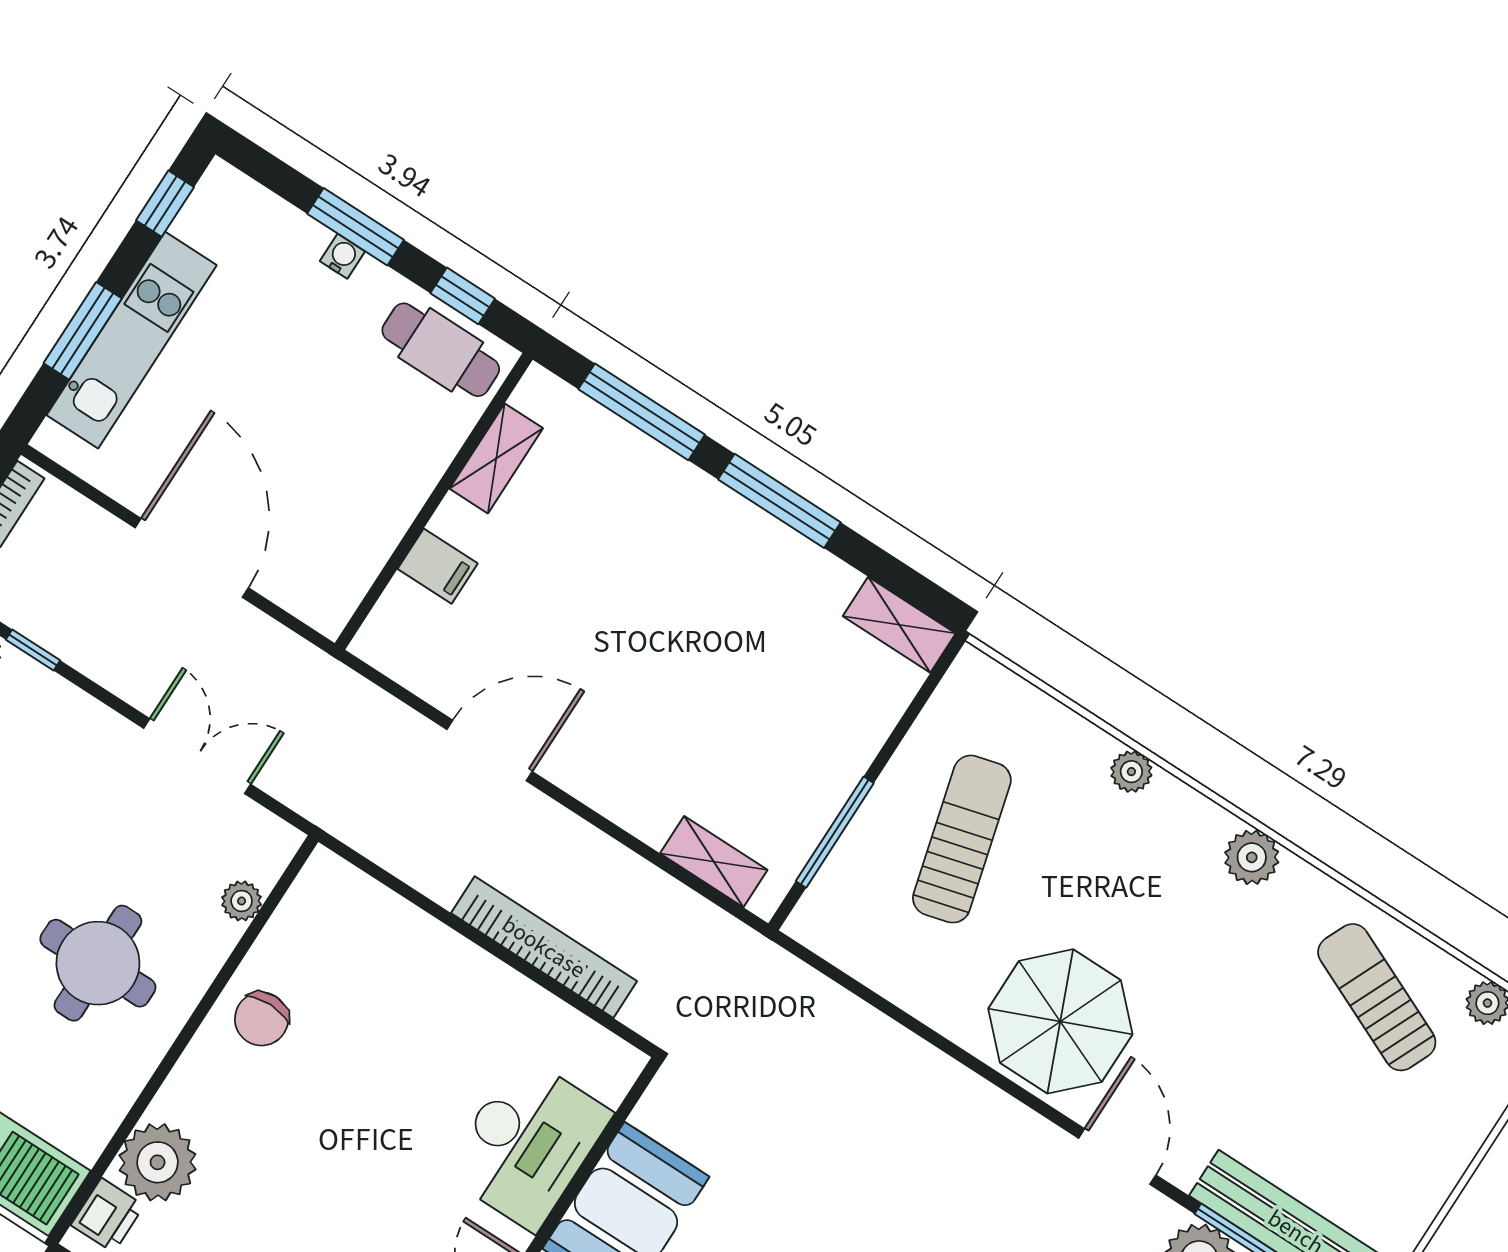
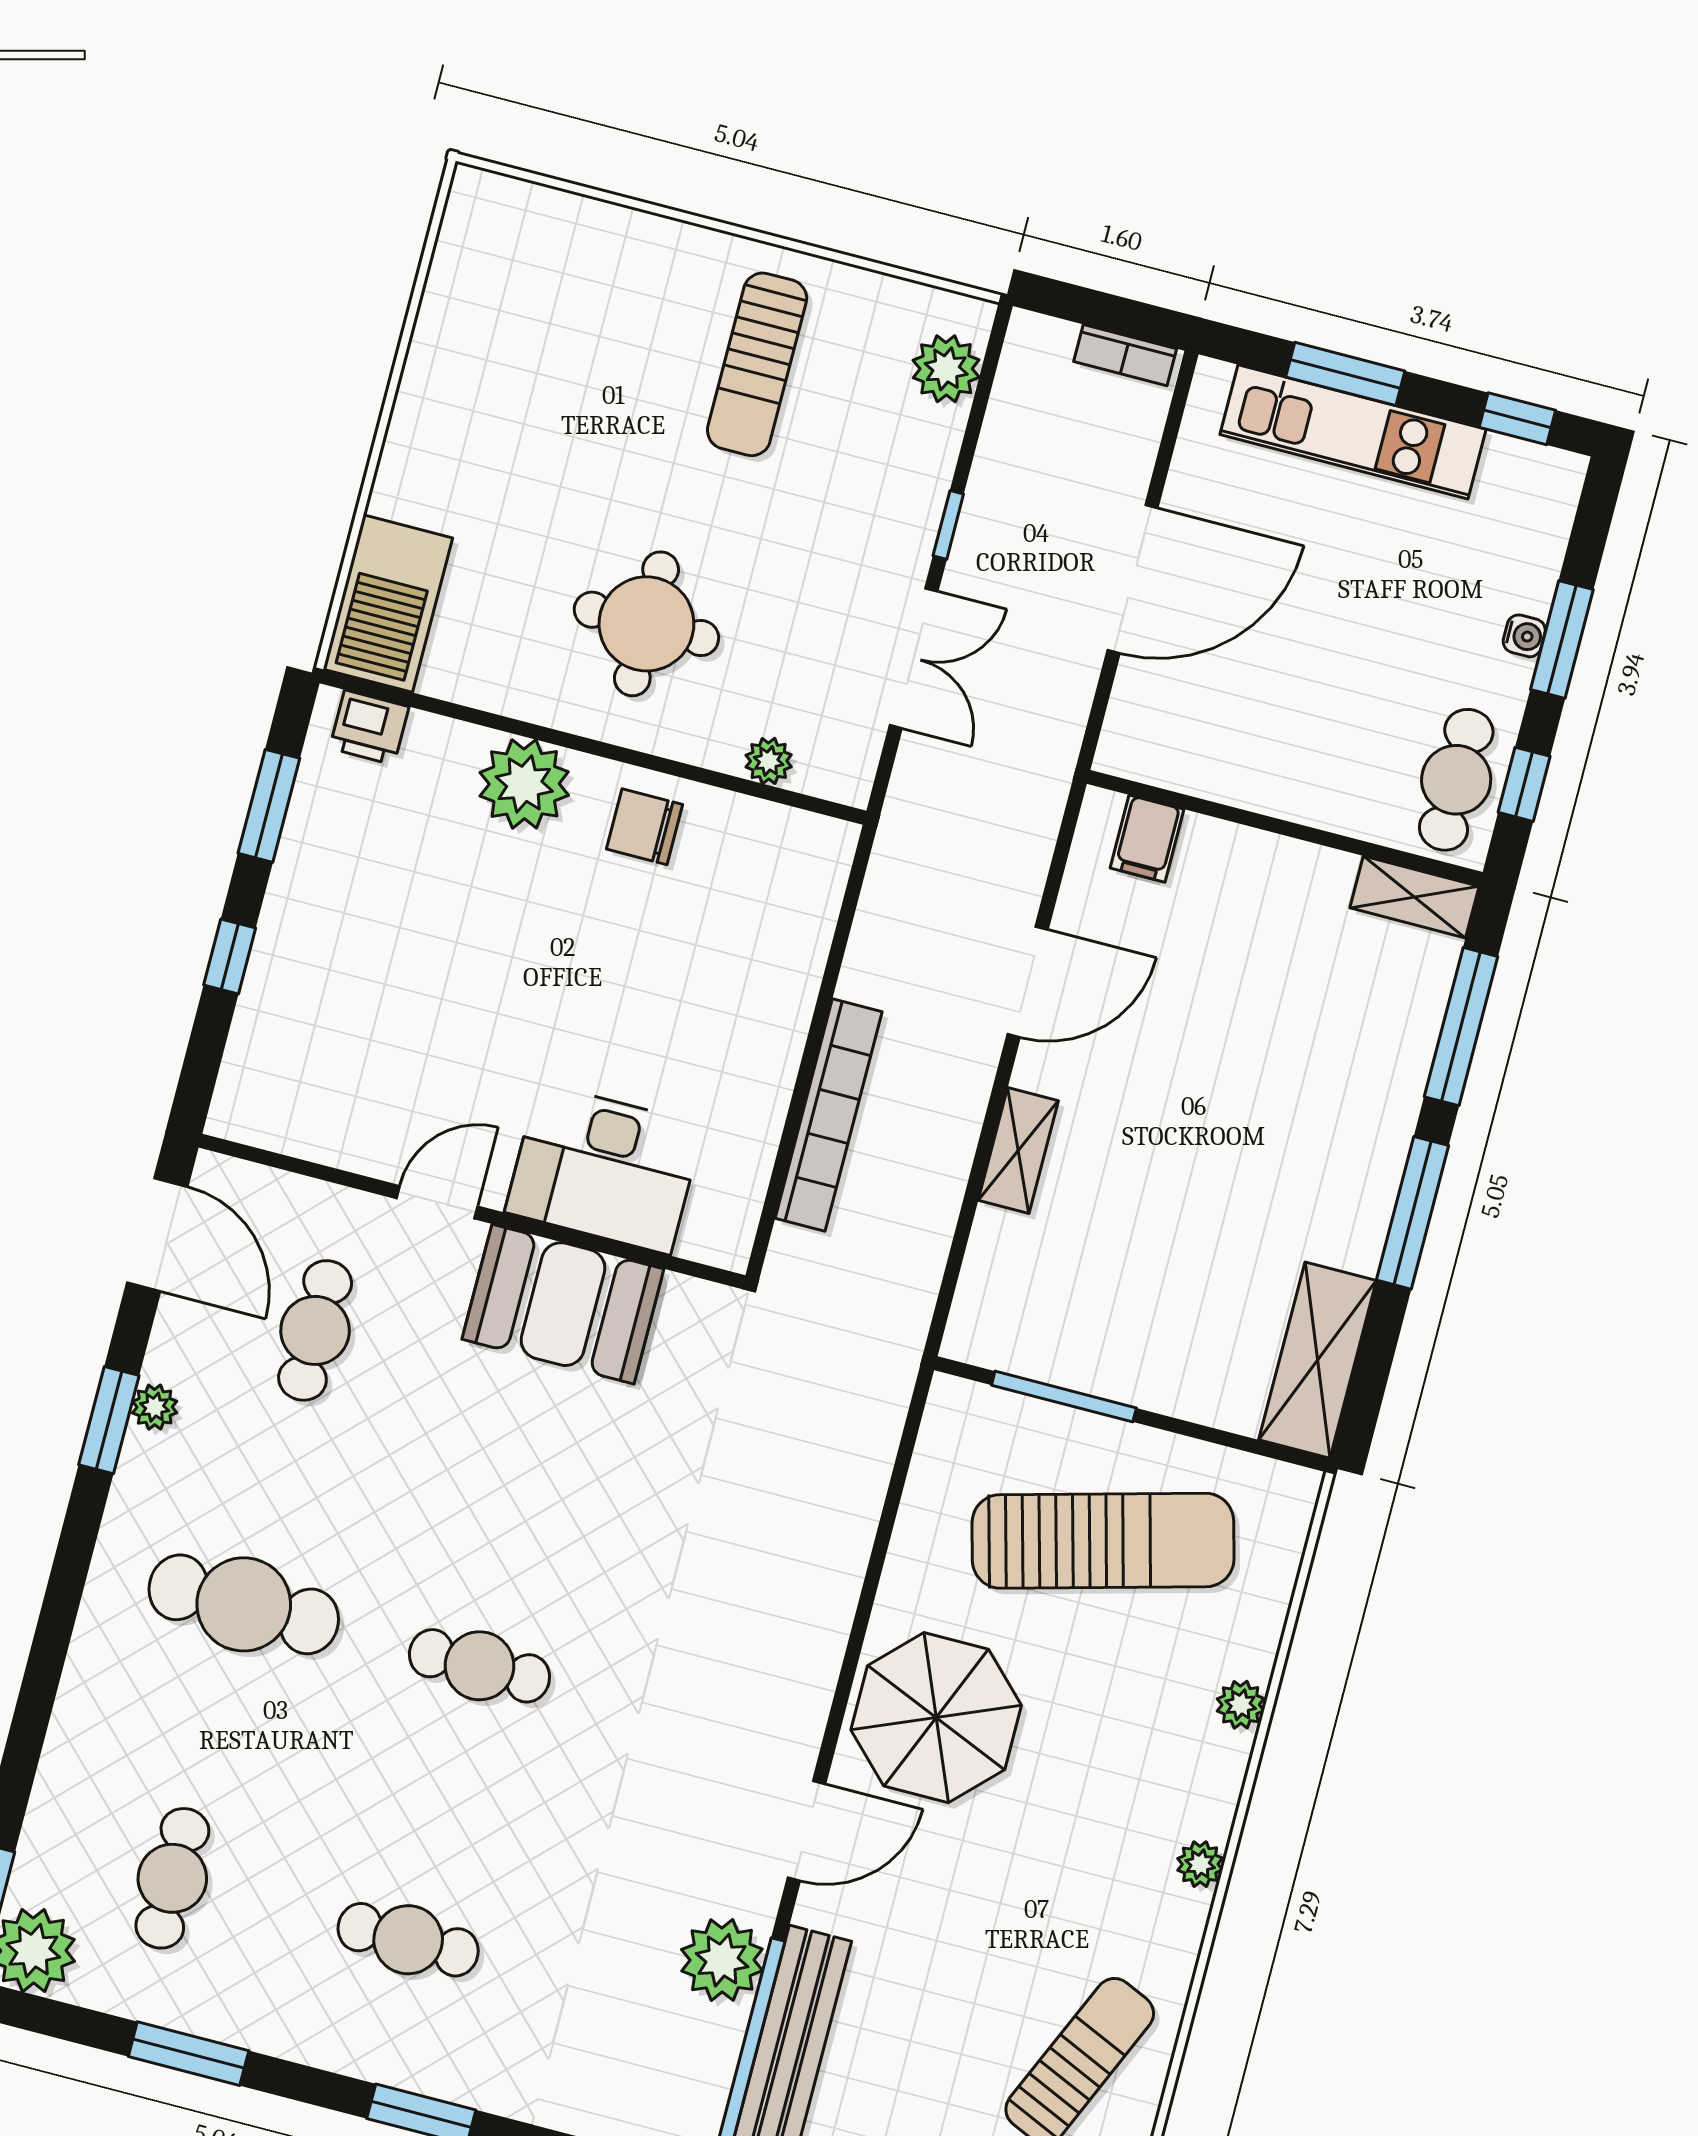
shelving: (496, 458) -> (1414, 897), moved
filing cabinet: (438, 566) -> (1147, 839), moved
shelving: (899, 625) -> (1318, 1360), width x1.50, depth x1.33
window: (33, 650) -> (948, 525), moved
door: (489, 750) -> (1028, 982), hinge flipped
sun lounger: (962, 839) -> (1103, 1541), width x1.36, depth x1.34
plant: (1252, 857) -> (1200, 1864), width x0.73, depth x0.73
shelving: (714, 862) -> (1018, 1150), moved
plant: (158, 1162) -> (524, 784), moved

